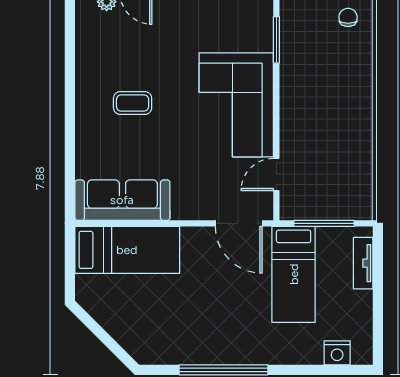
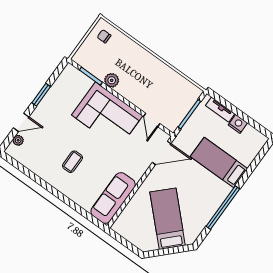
plant: (292, 75) -> (112, 80), added
bed: (127, 250) -> (168, 219), moved, turned -45
bed: (294, 274) -> (219, 162), moved, turned 180
nightstand: (337, 353) -> (238, 124), moved, turned -90

